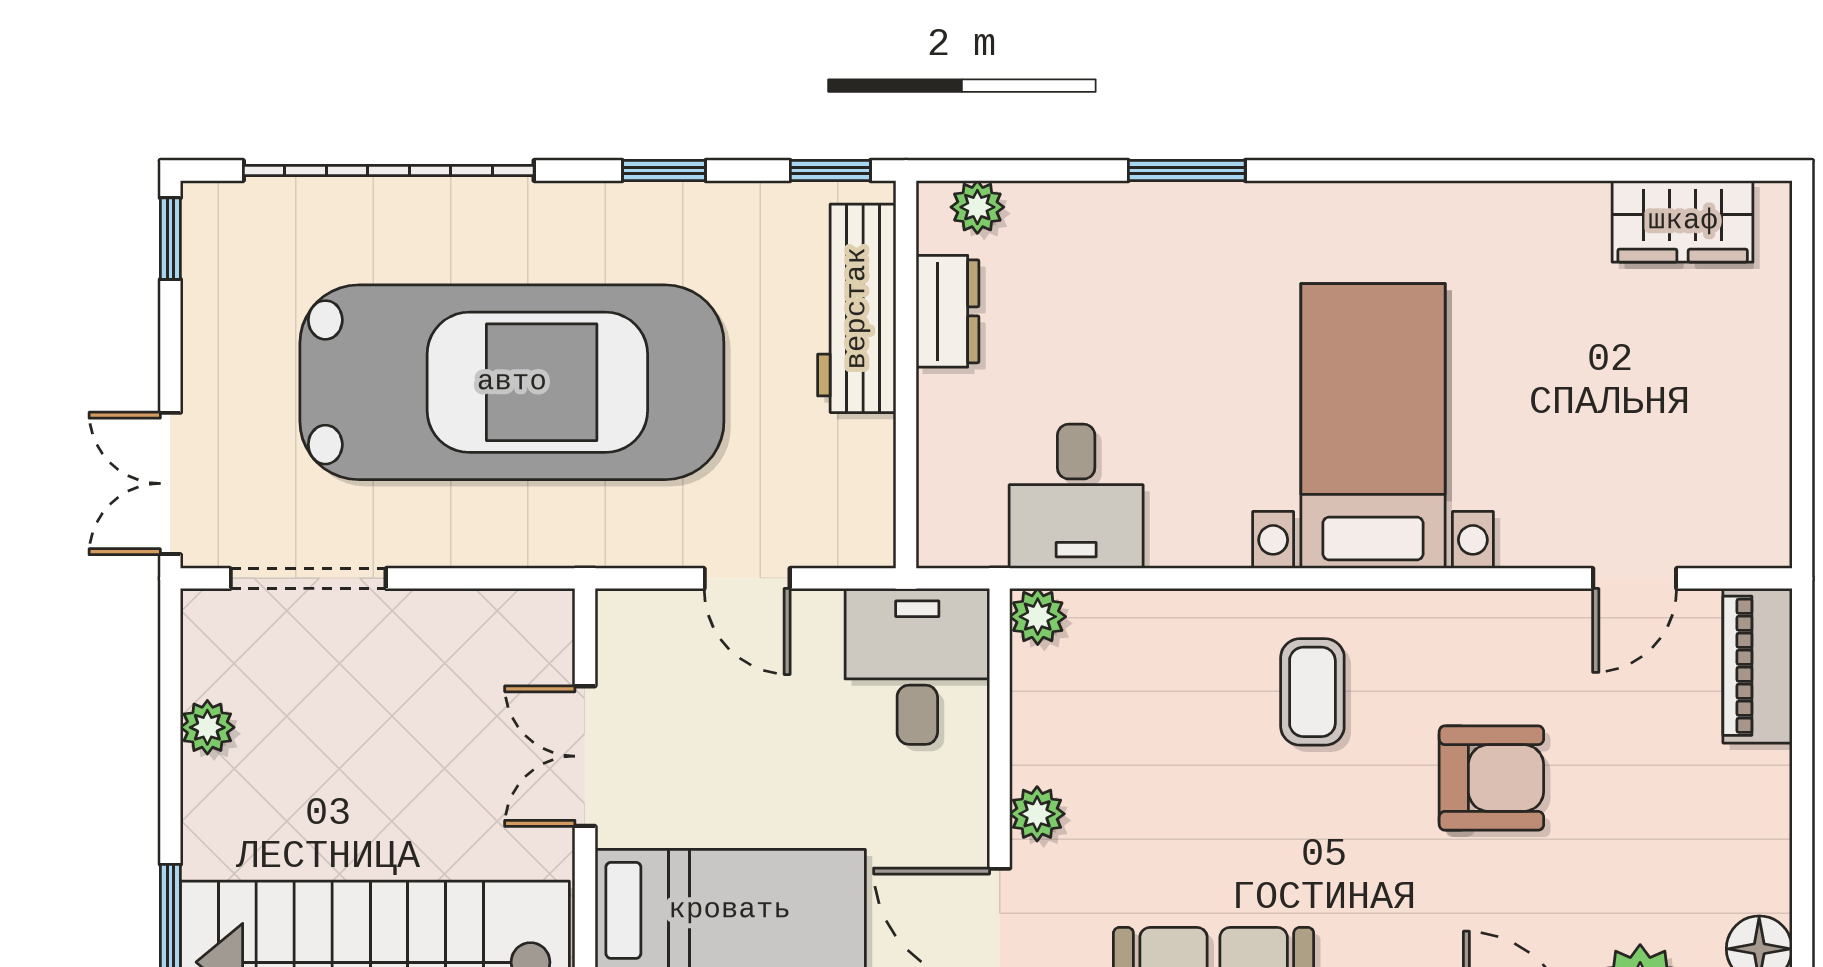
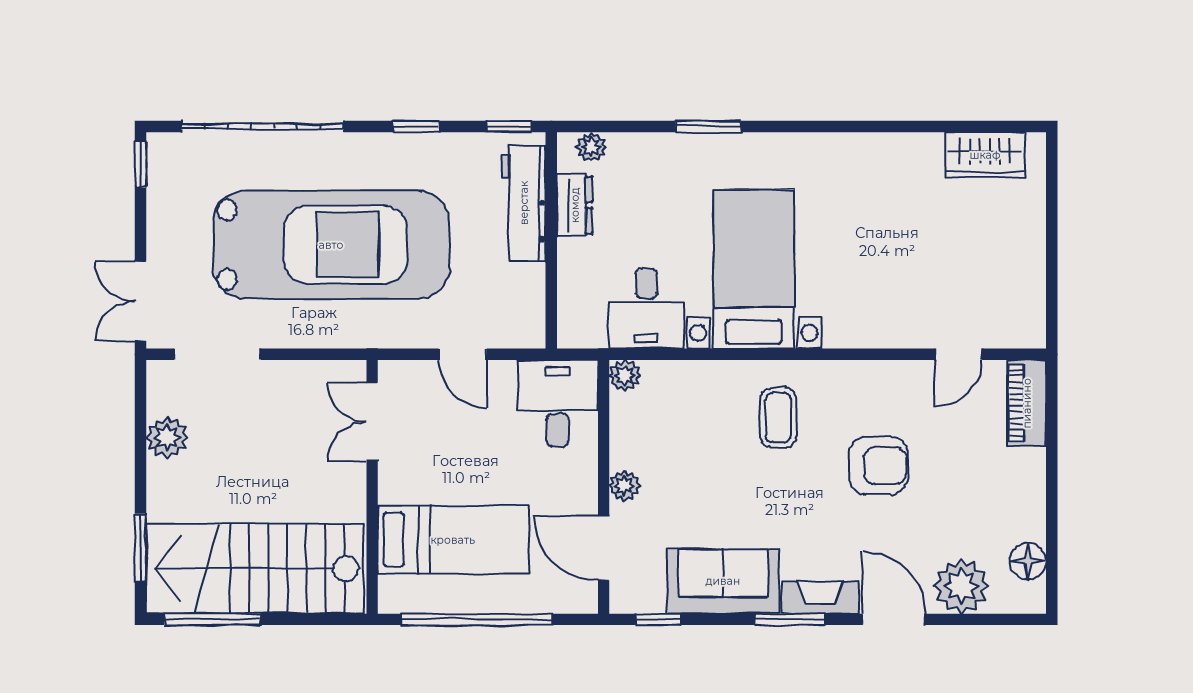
bed with nightstands: (1373, 426) -> (754, 269), moved
plant: (207, 727) -> (167, 437), width x1.38, depth x1.38
double door: (585, 756) -> (372, 422), moved

